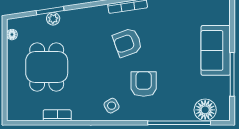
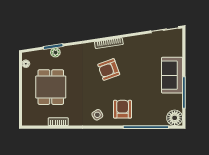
armchair: (144, 84) -> (123, 109), moved
floor lamp: (205, 110) -> (175, 118), moved

